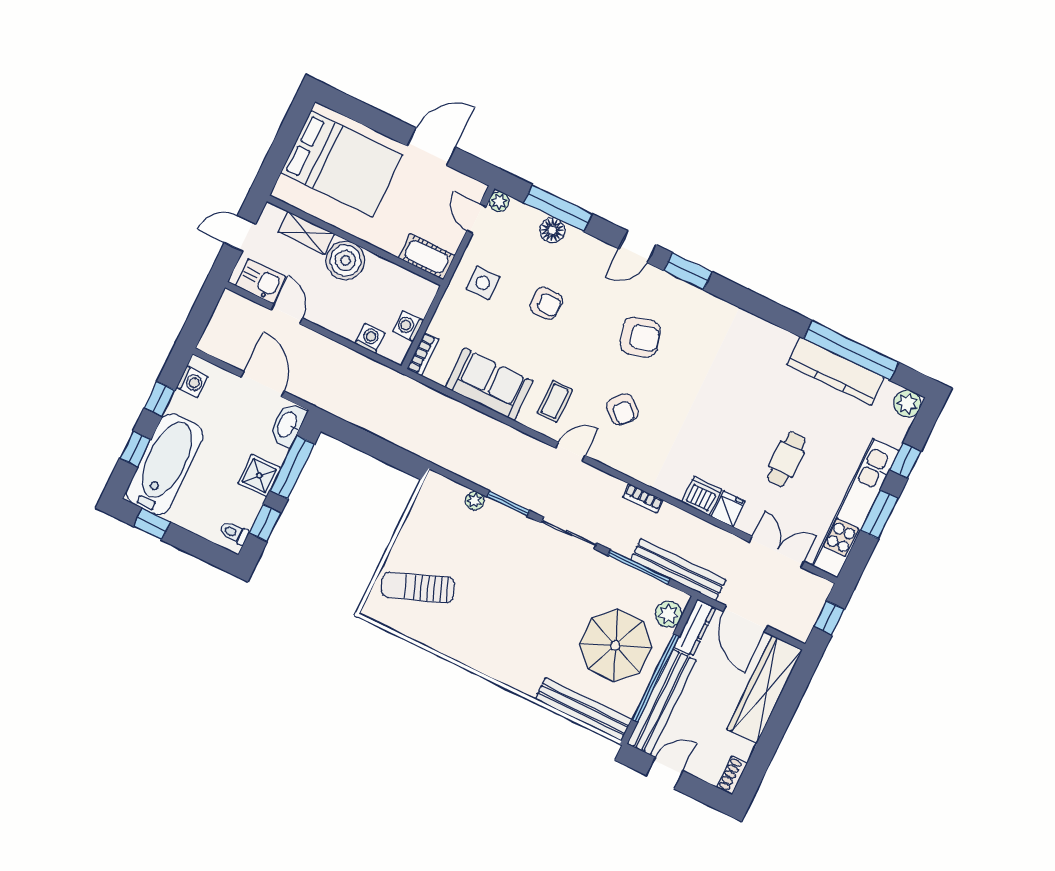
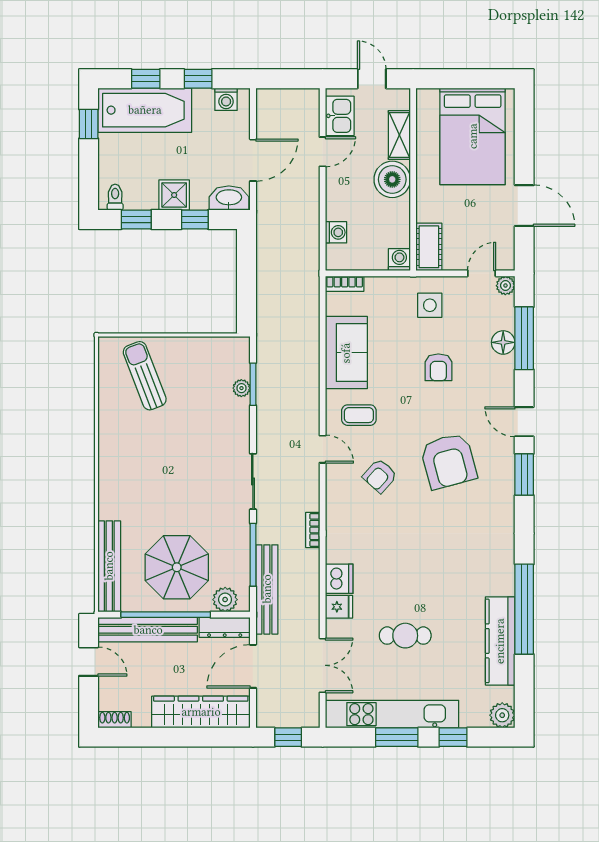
washing machine: (408, 326) -> (399, 260), moved
armchair: (640, 337) -> (449, 461), width x1.36, depth x1.36
window: (851, 350) -> (524, 609), moved
window: (292, 467) -> (195, 219), width x0.46
window: (509, 504) -> (253, 384), moved

